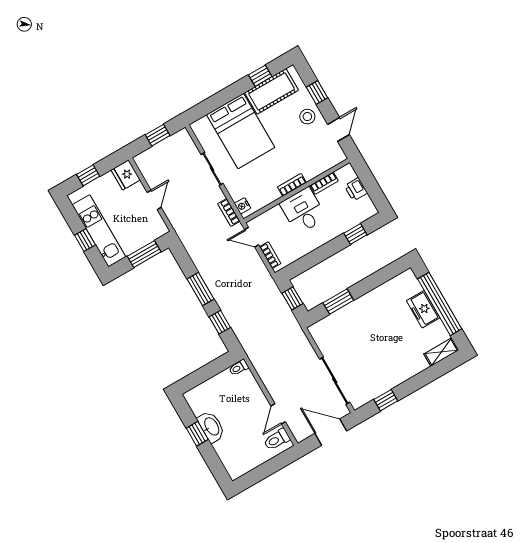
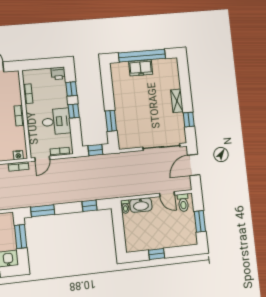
printer: (356, 189) -> (58, 73), moved
desk: (303, 211) -> (56, 121), moved, turned 180
window: (329, 249) -> (74, 111), added
window: (200, 289) -> (43, 211), moved
shelving: (441, 352) -> (177, 101), moved
washbasin: (211, 427) -> (141, 205), moved, turned 180
window: (263, 472) -> (200, 221), added

